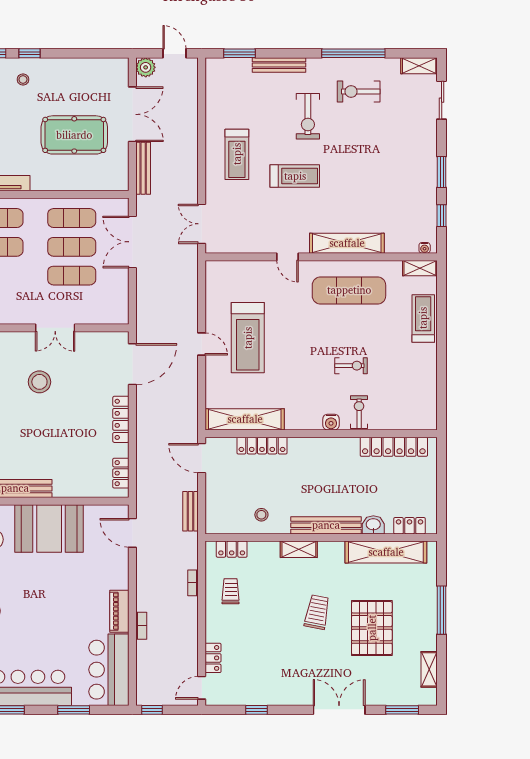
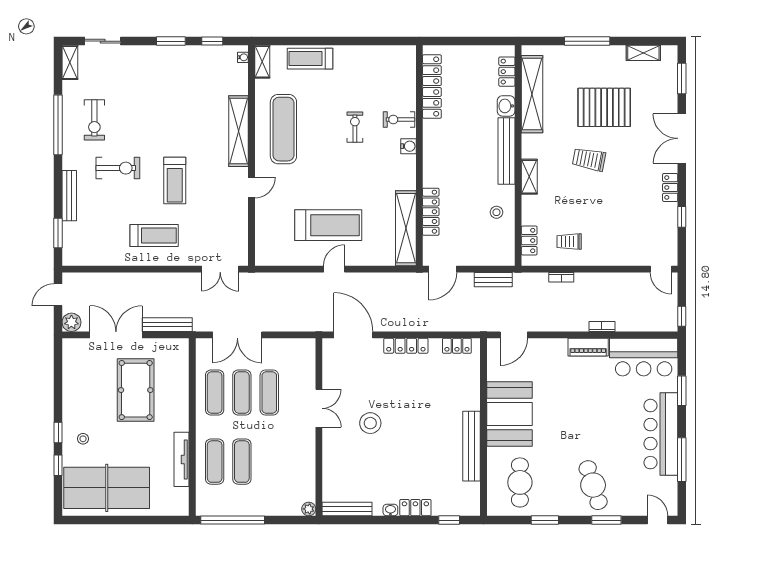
treadmill: (295, 176) -> (175, 181), turned 180
locker: (213, 658) -> (670, 187), moved, turned -90

